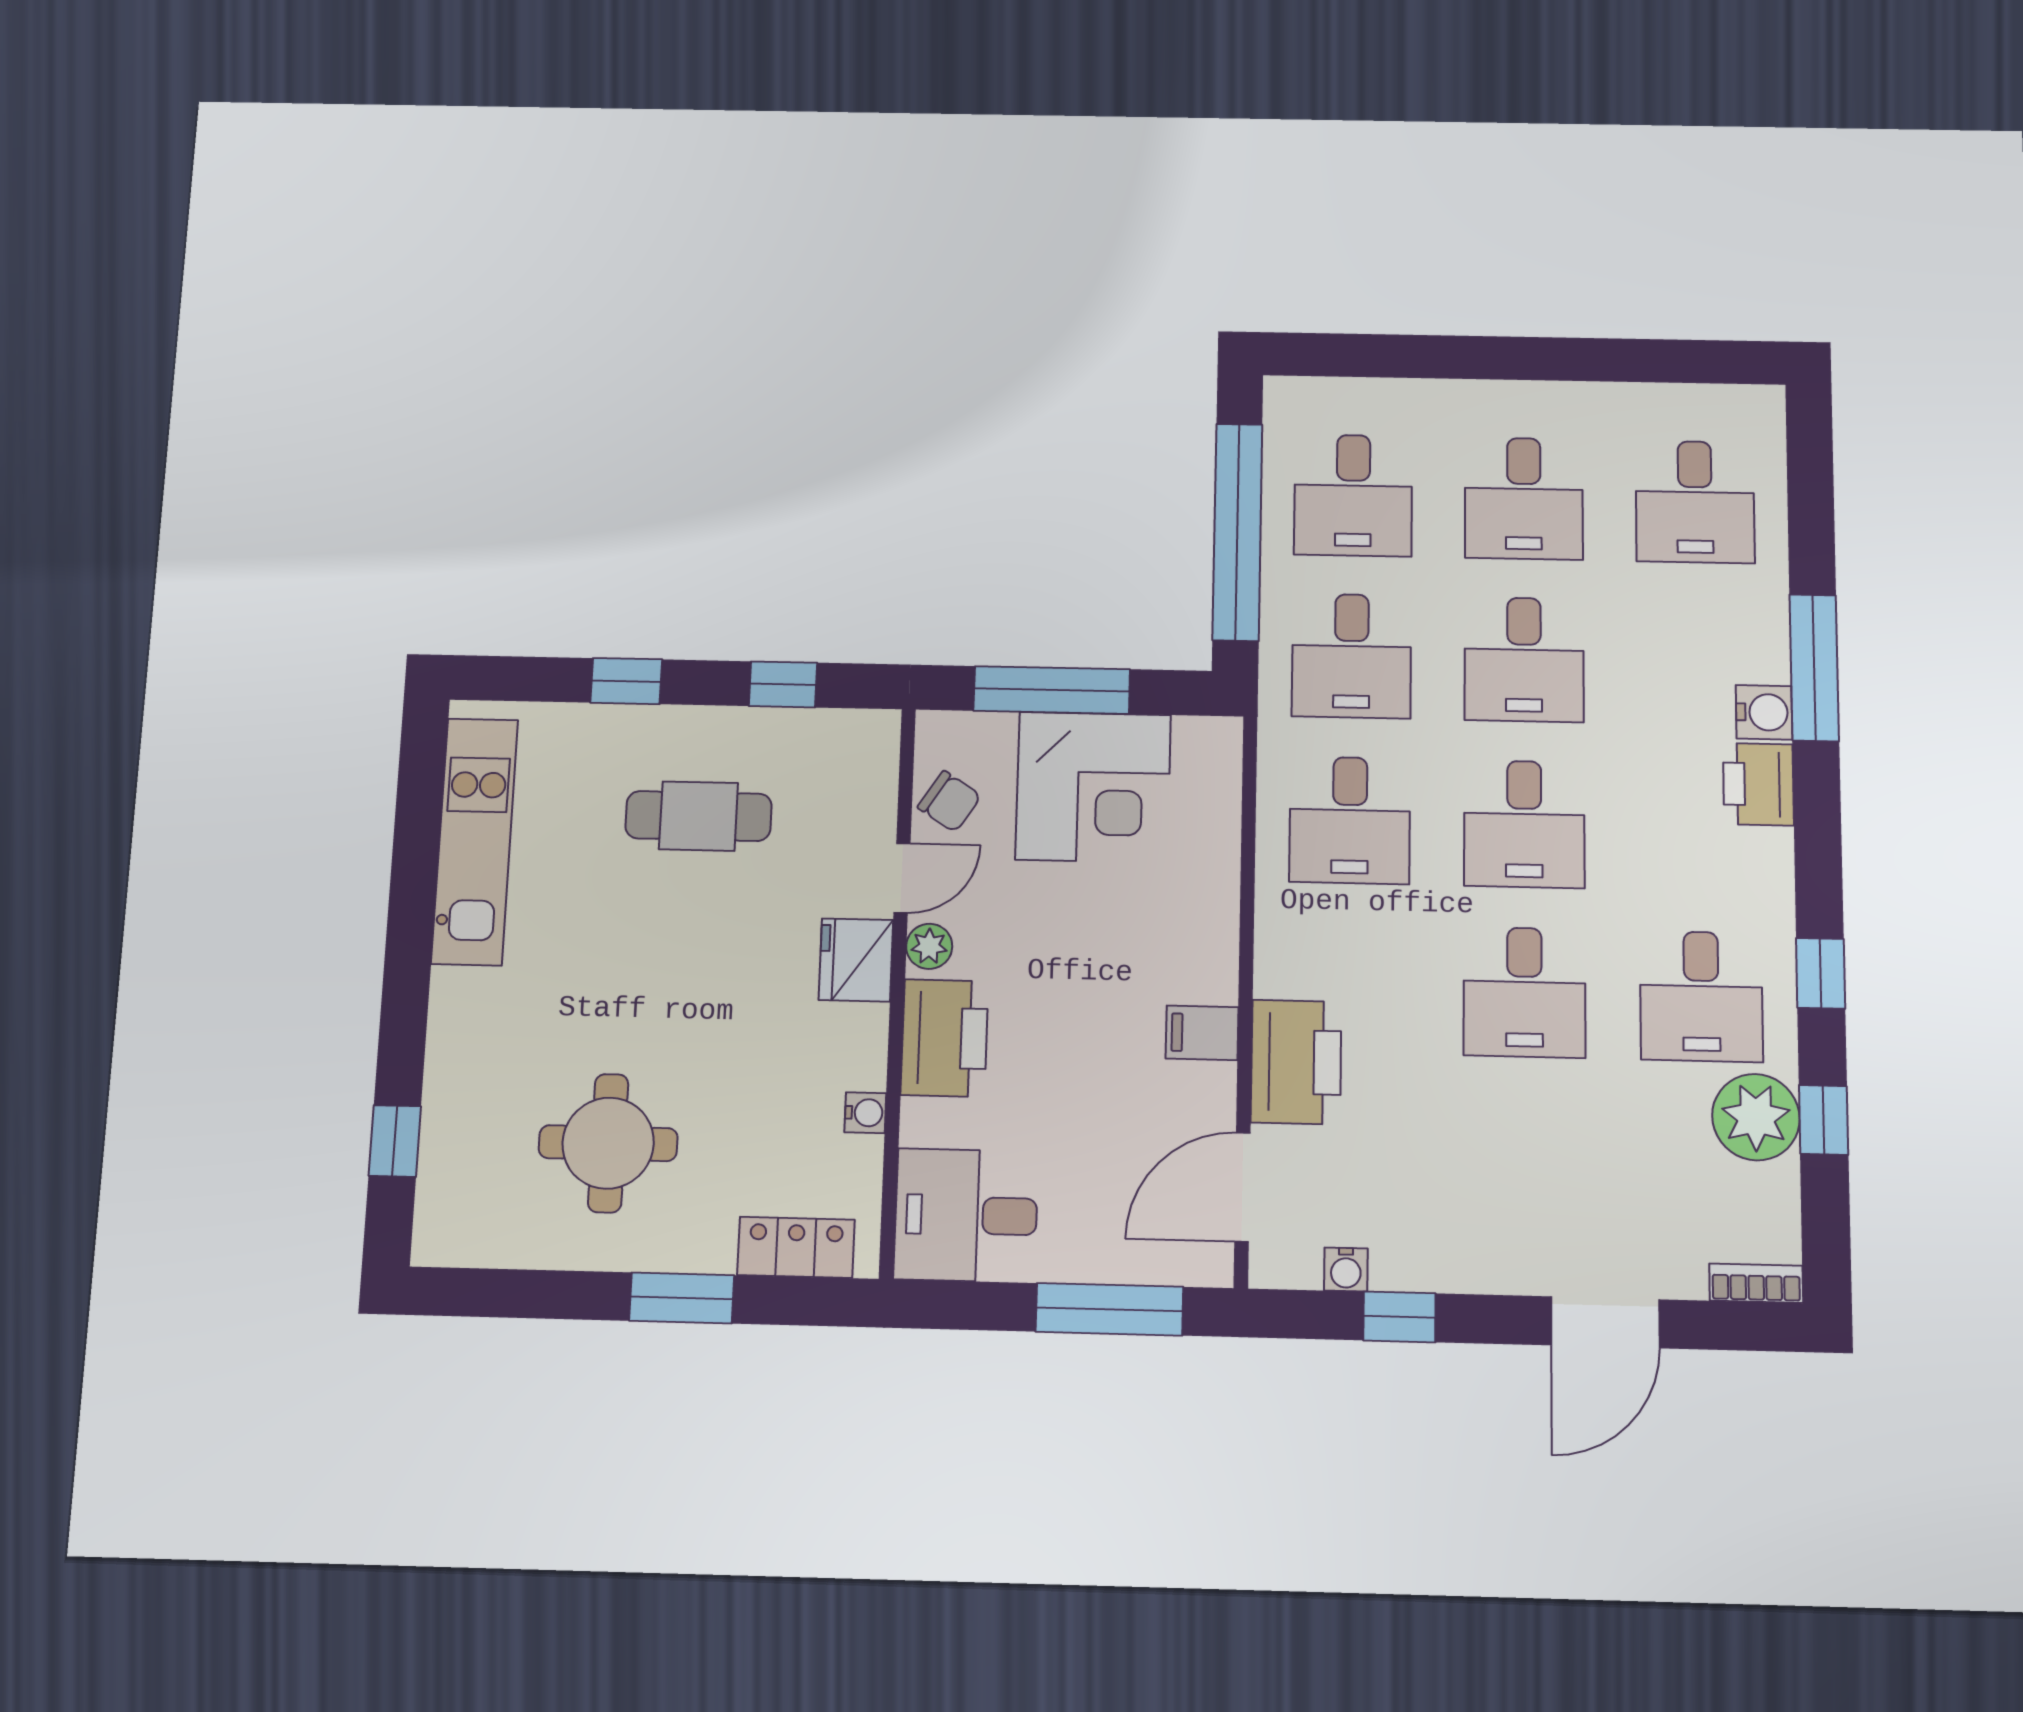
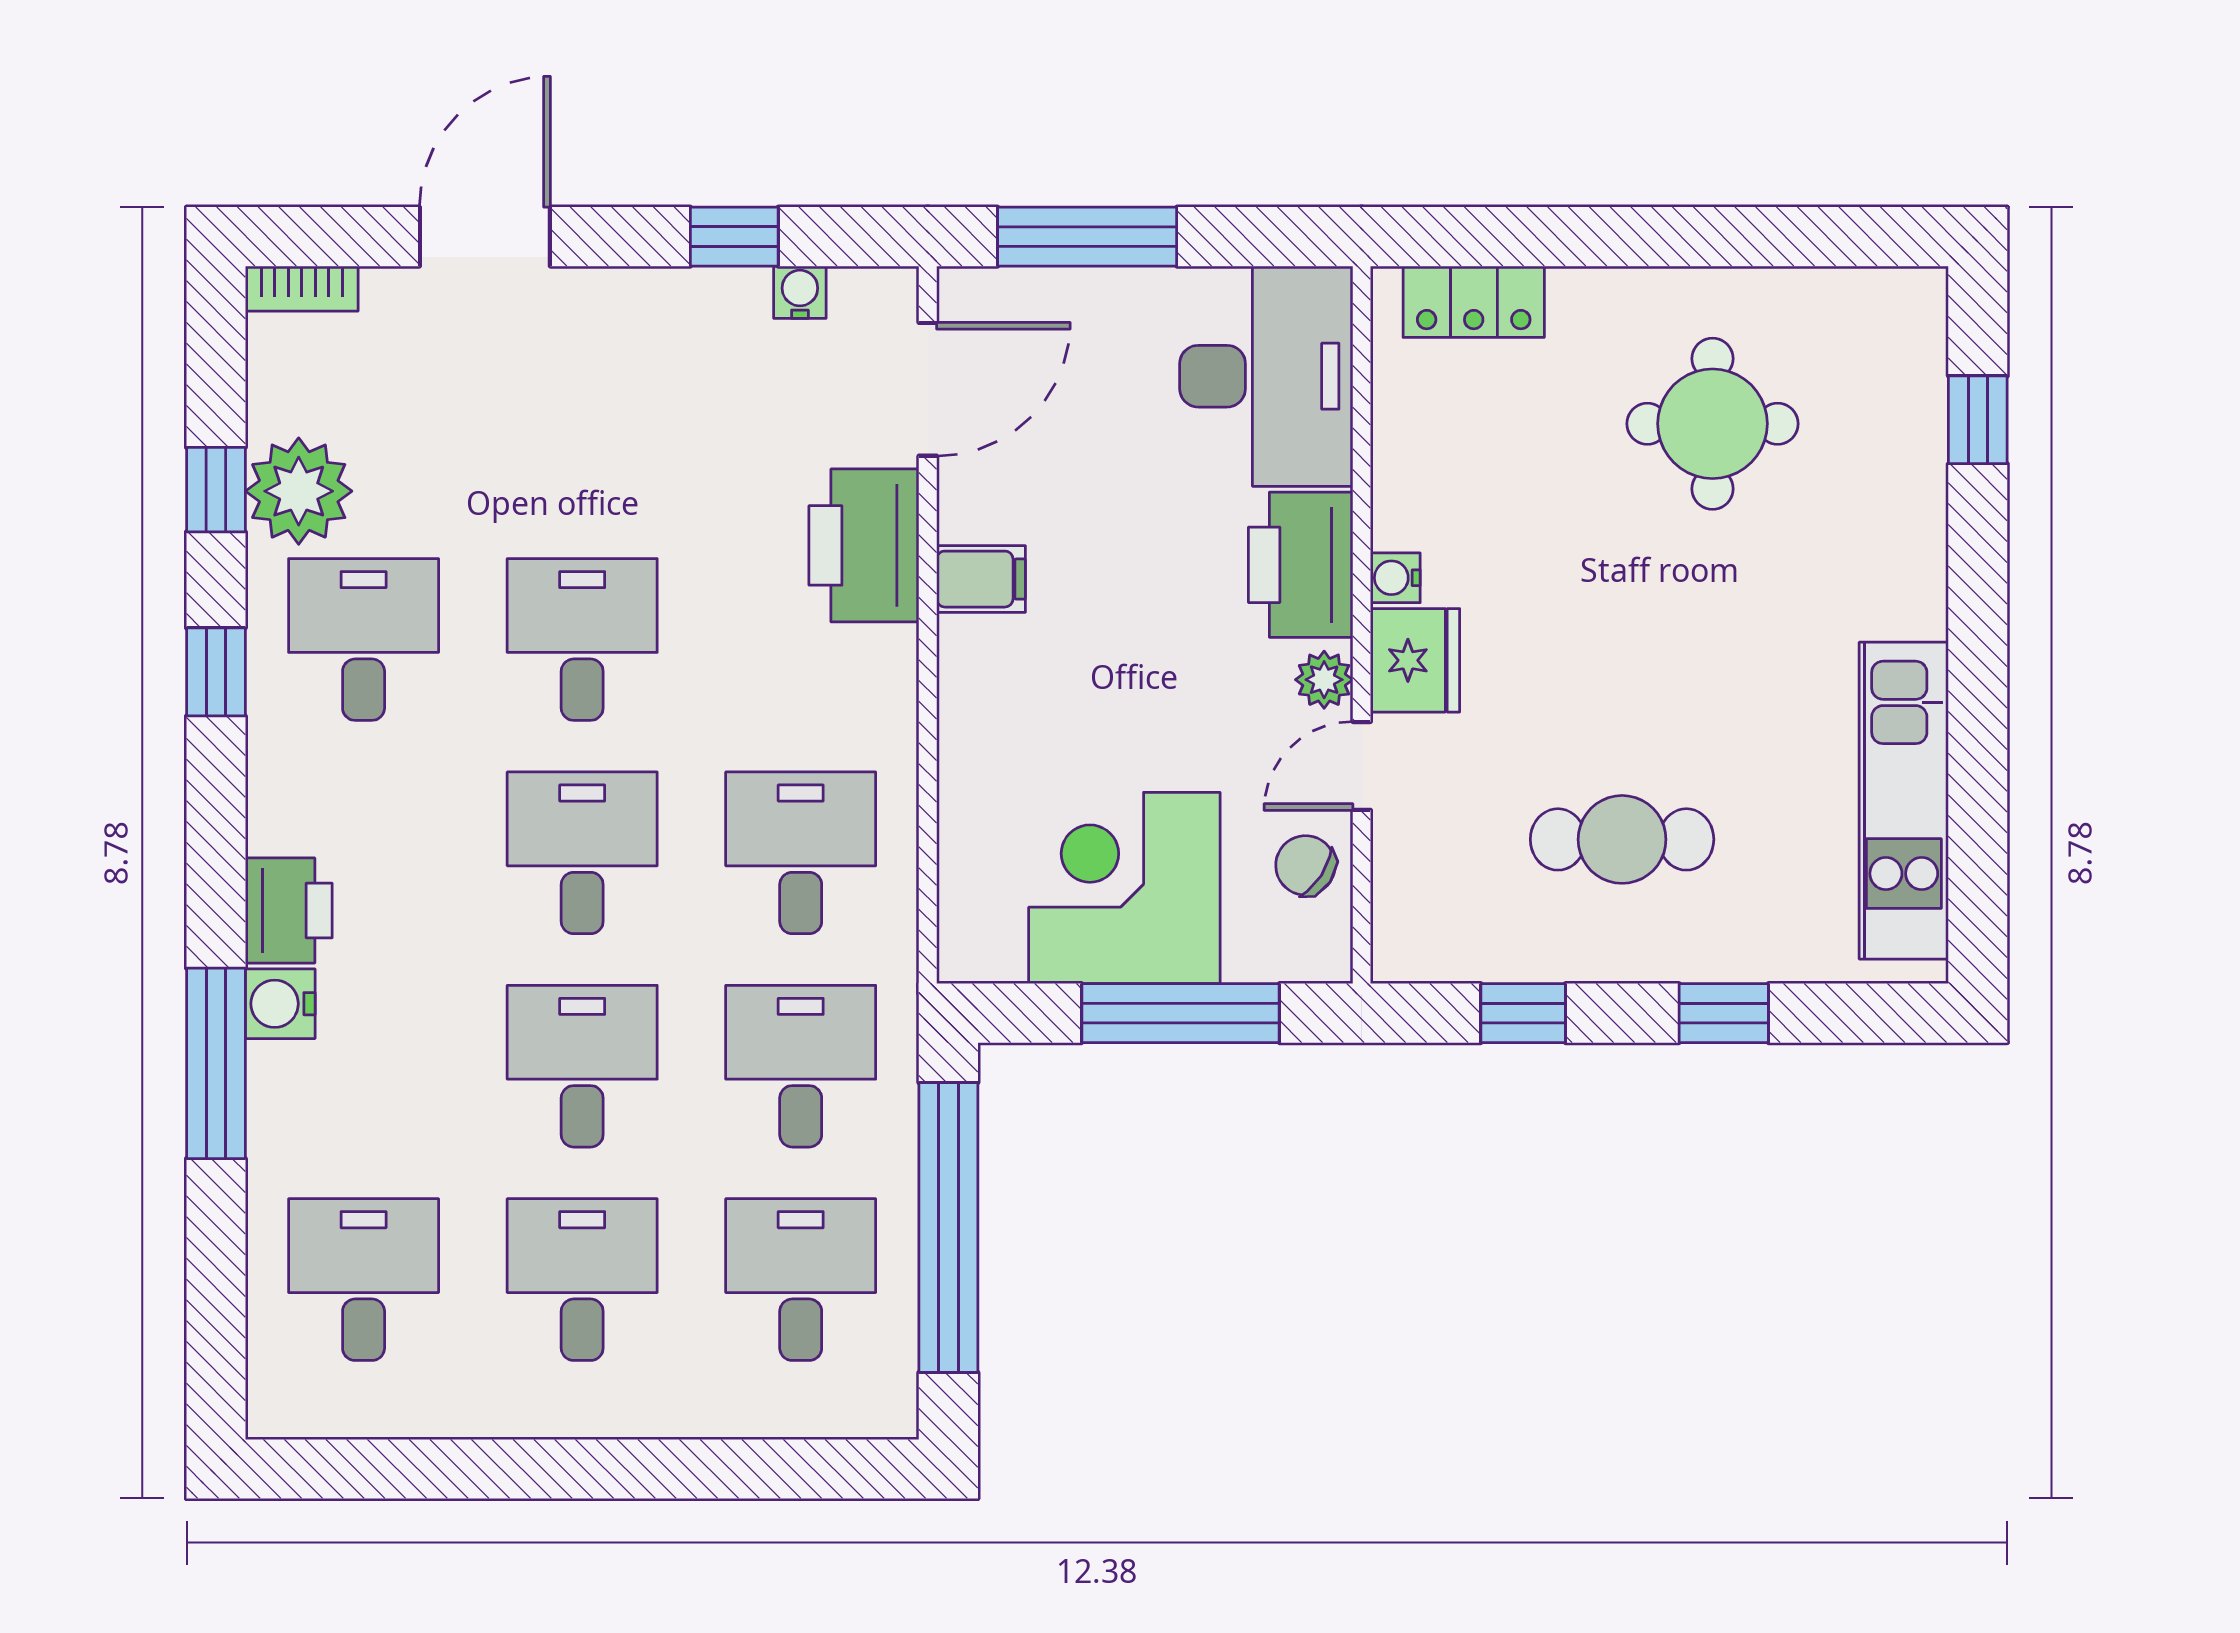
water cooler: (865, 1113) -> (1395, 578), moved
desk: (966, 1215) -> (1266, 376), width x1.37
window: (682, 1298) -> (1611, 237), removed

